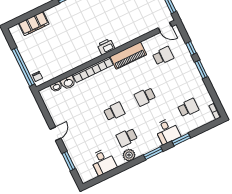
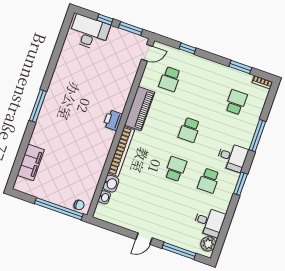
school desk: (163, 56) -> (170, 79), turned 180
window: (201, 69) -> (240, 67), moved
desk: (167, 131) -> (232, 157), moved
door: (55, 134) -> (144, 239), swing flipped
window: (181, 139) -> (257, 136), width x1.44
window: (153, 153) -> (240, 184), moved
plant: (129, 155) -> (208, 244), moved
window: (69, 161) -> (179, 251), width x1.44

